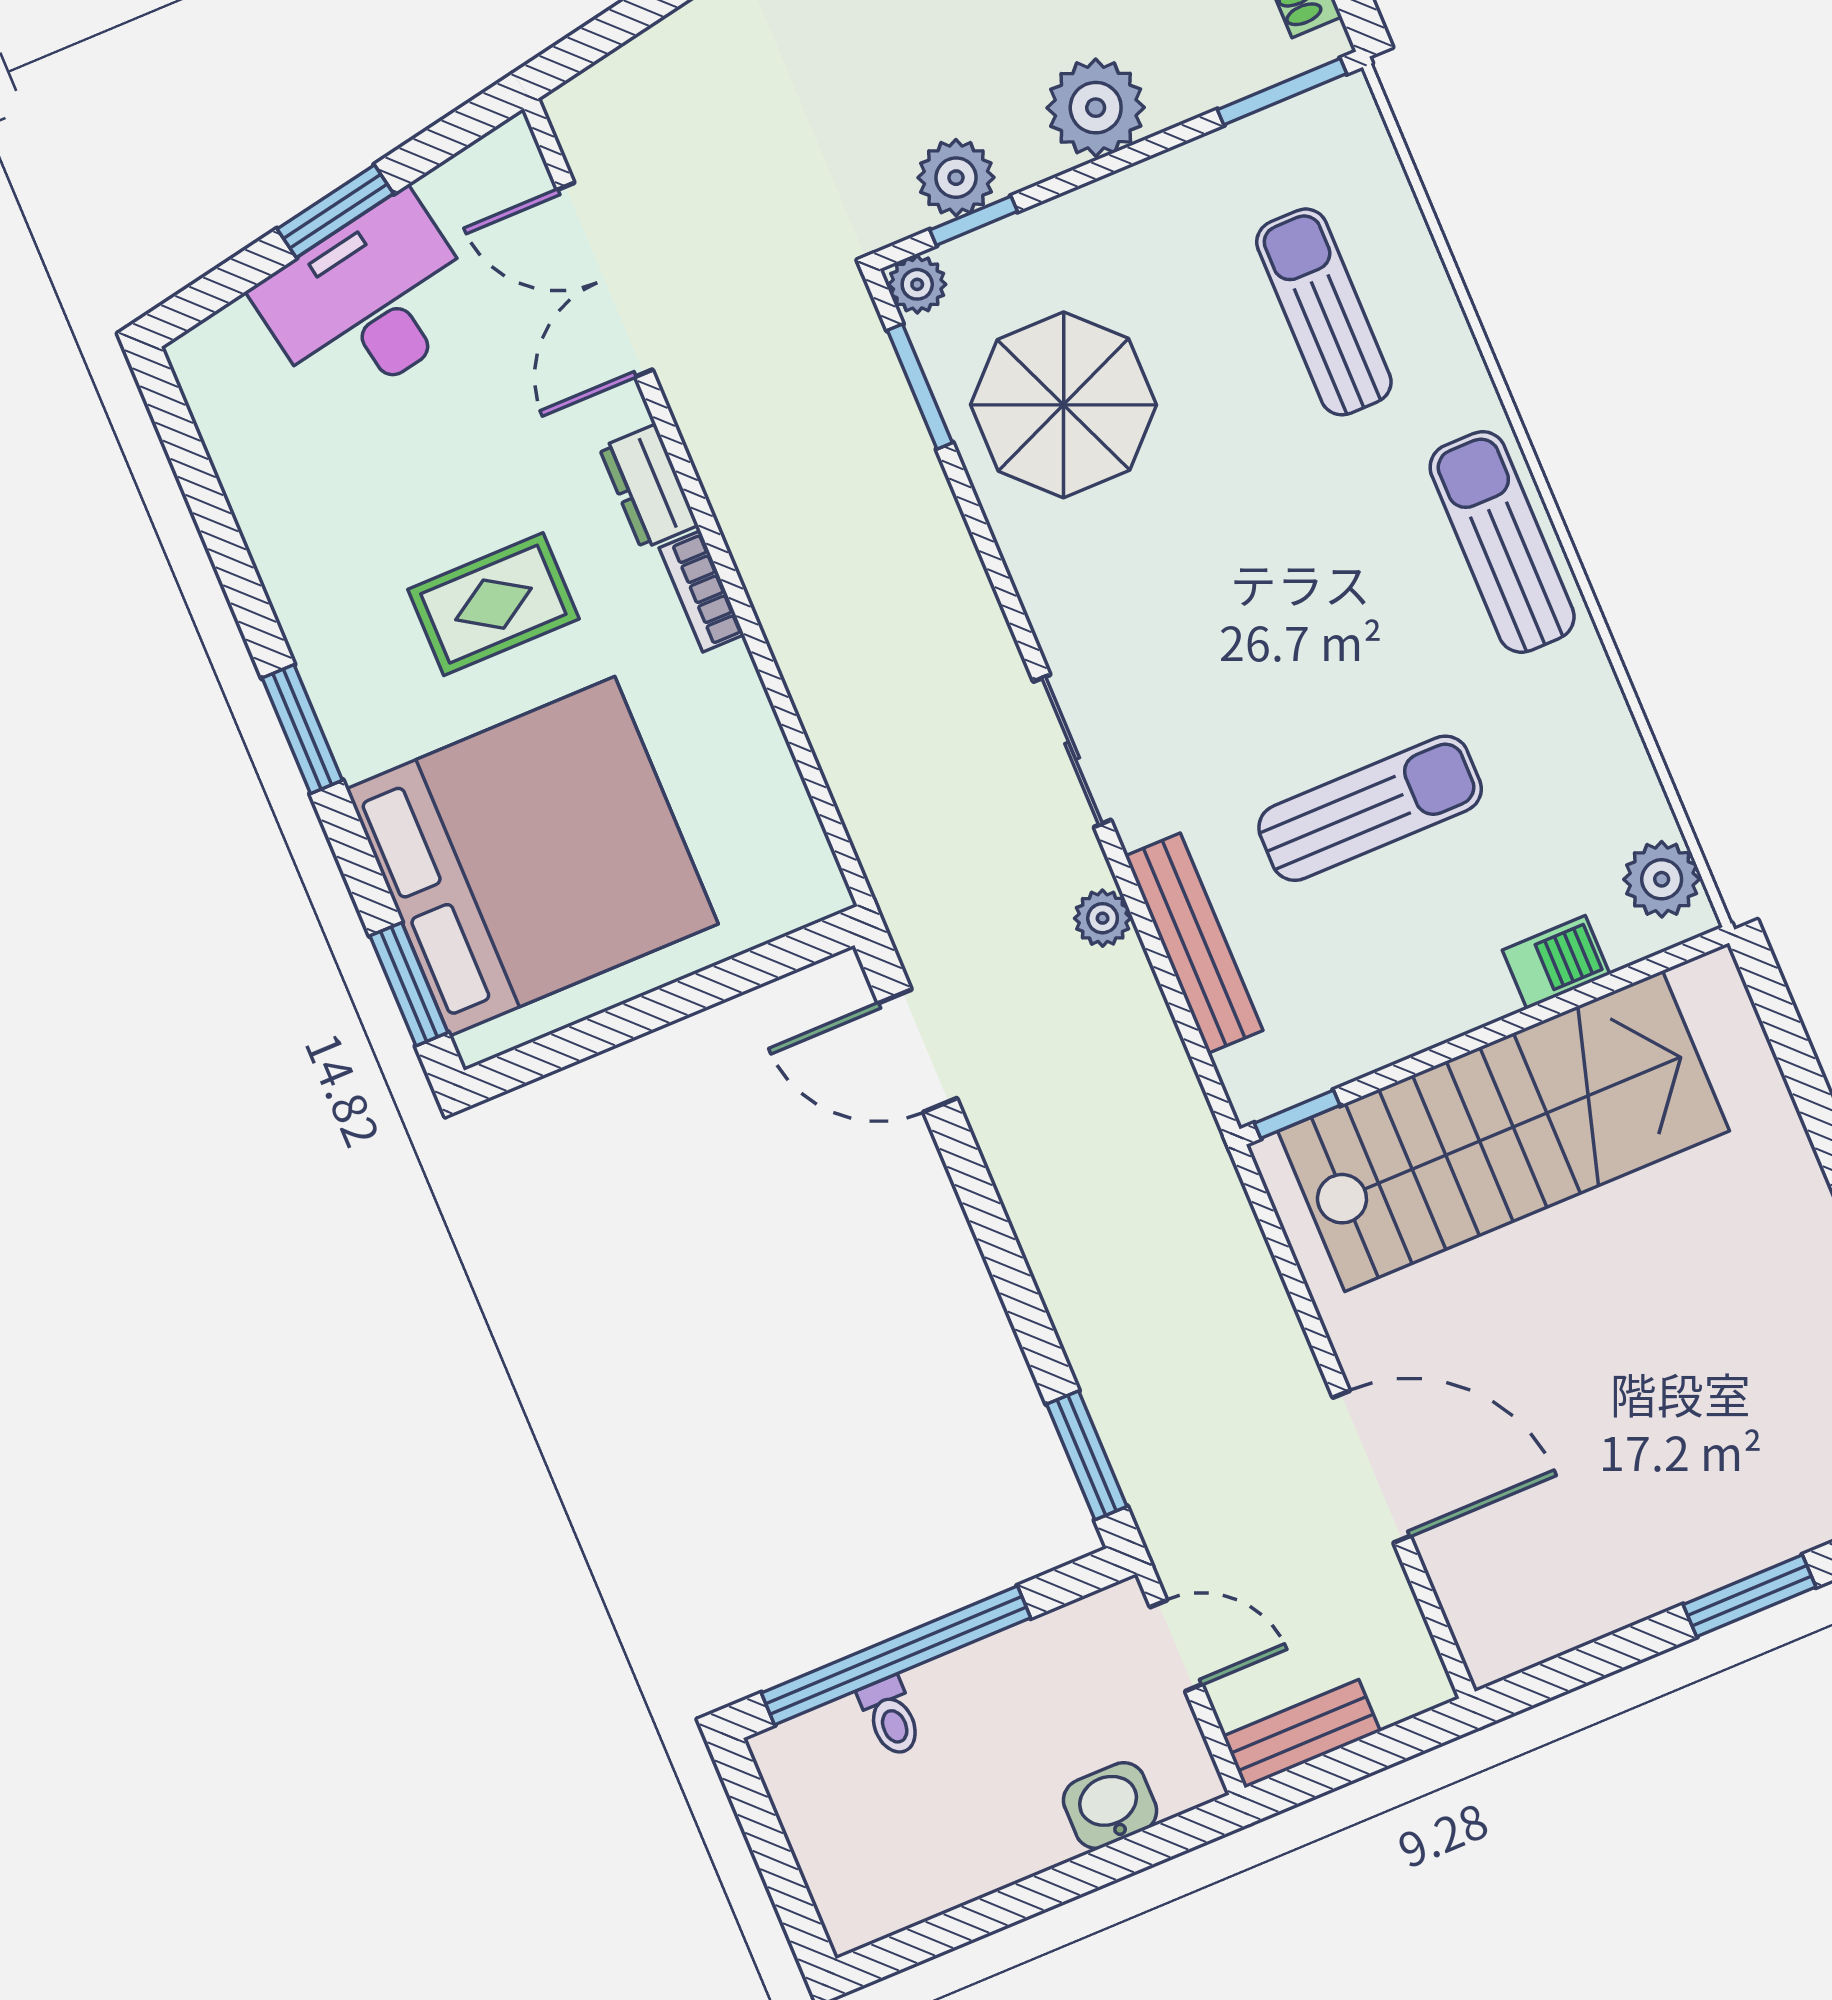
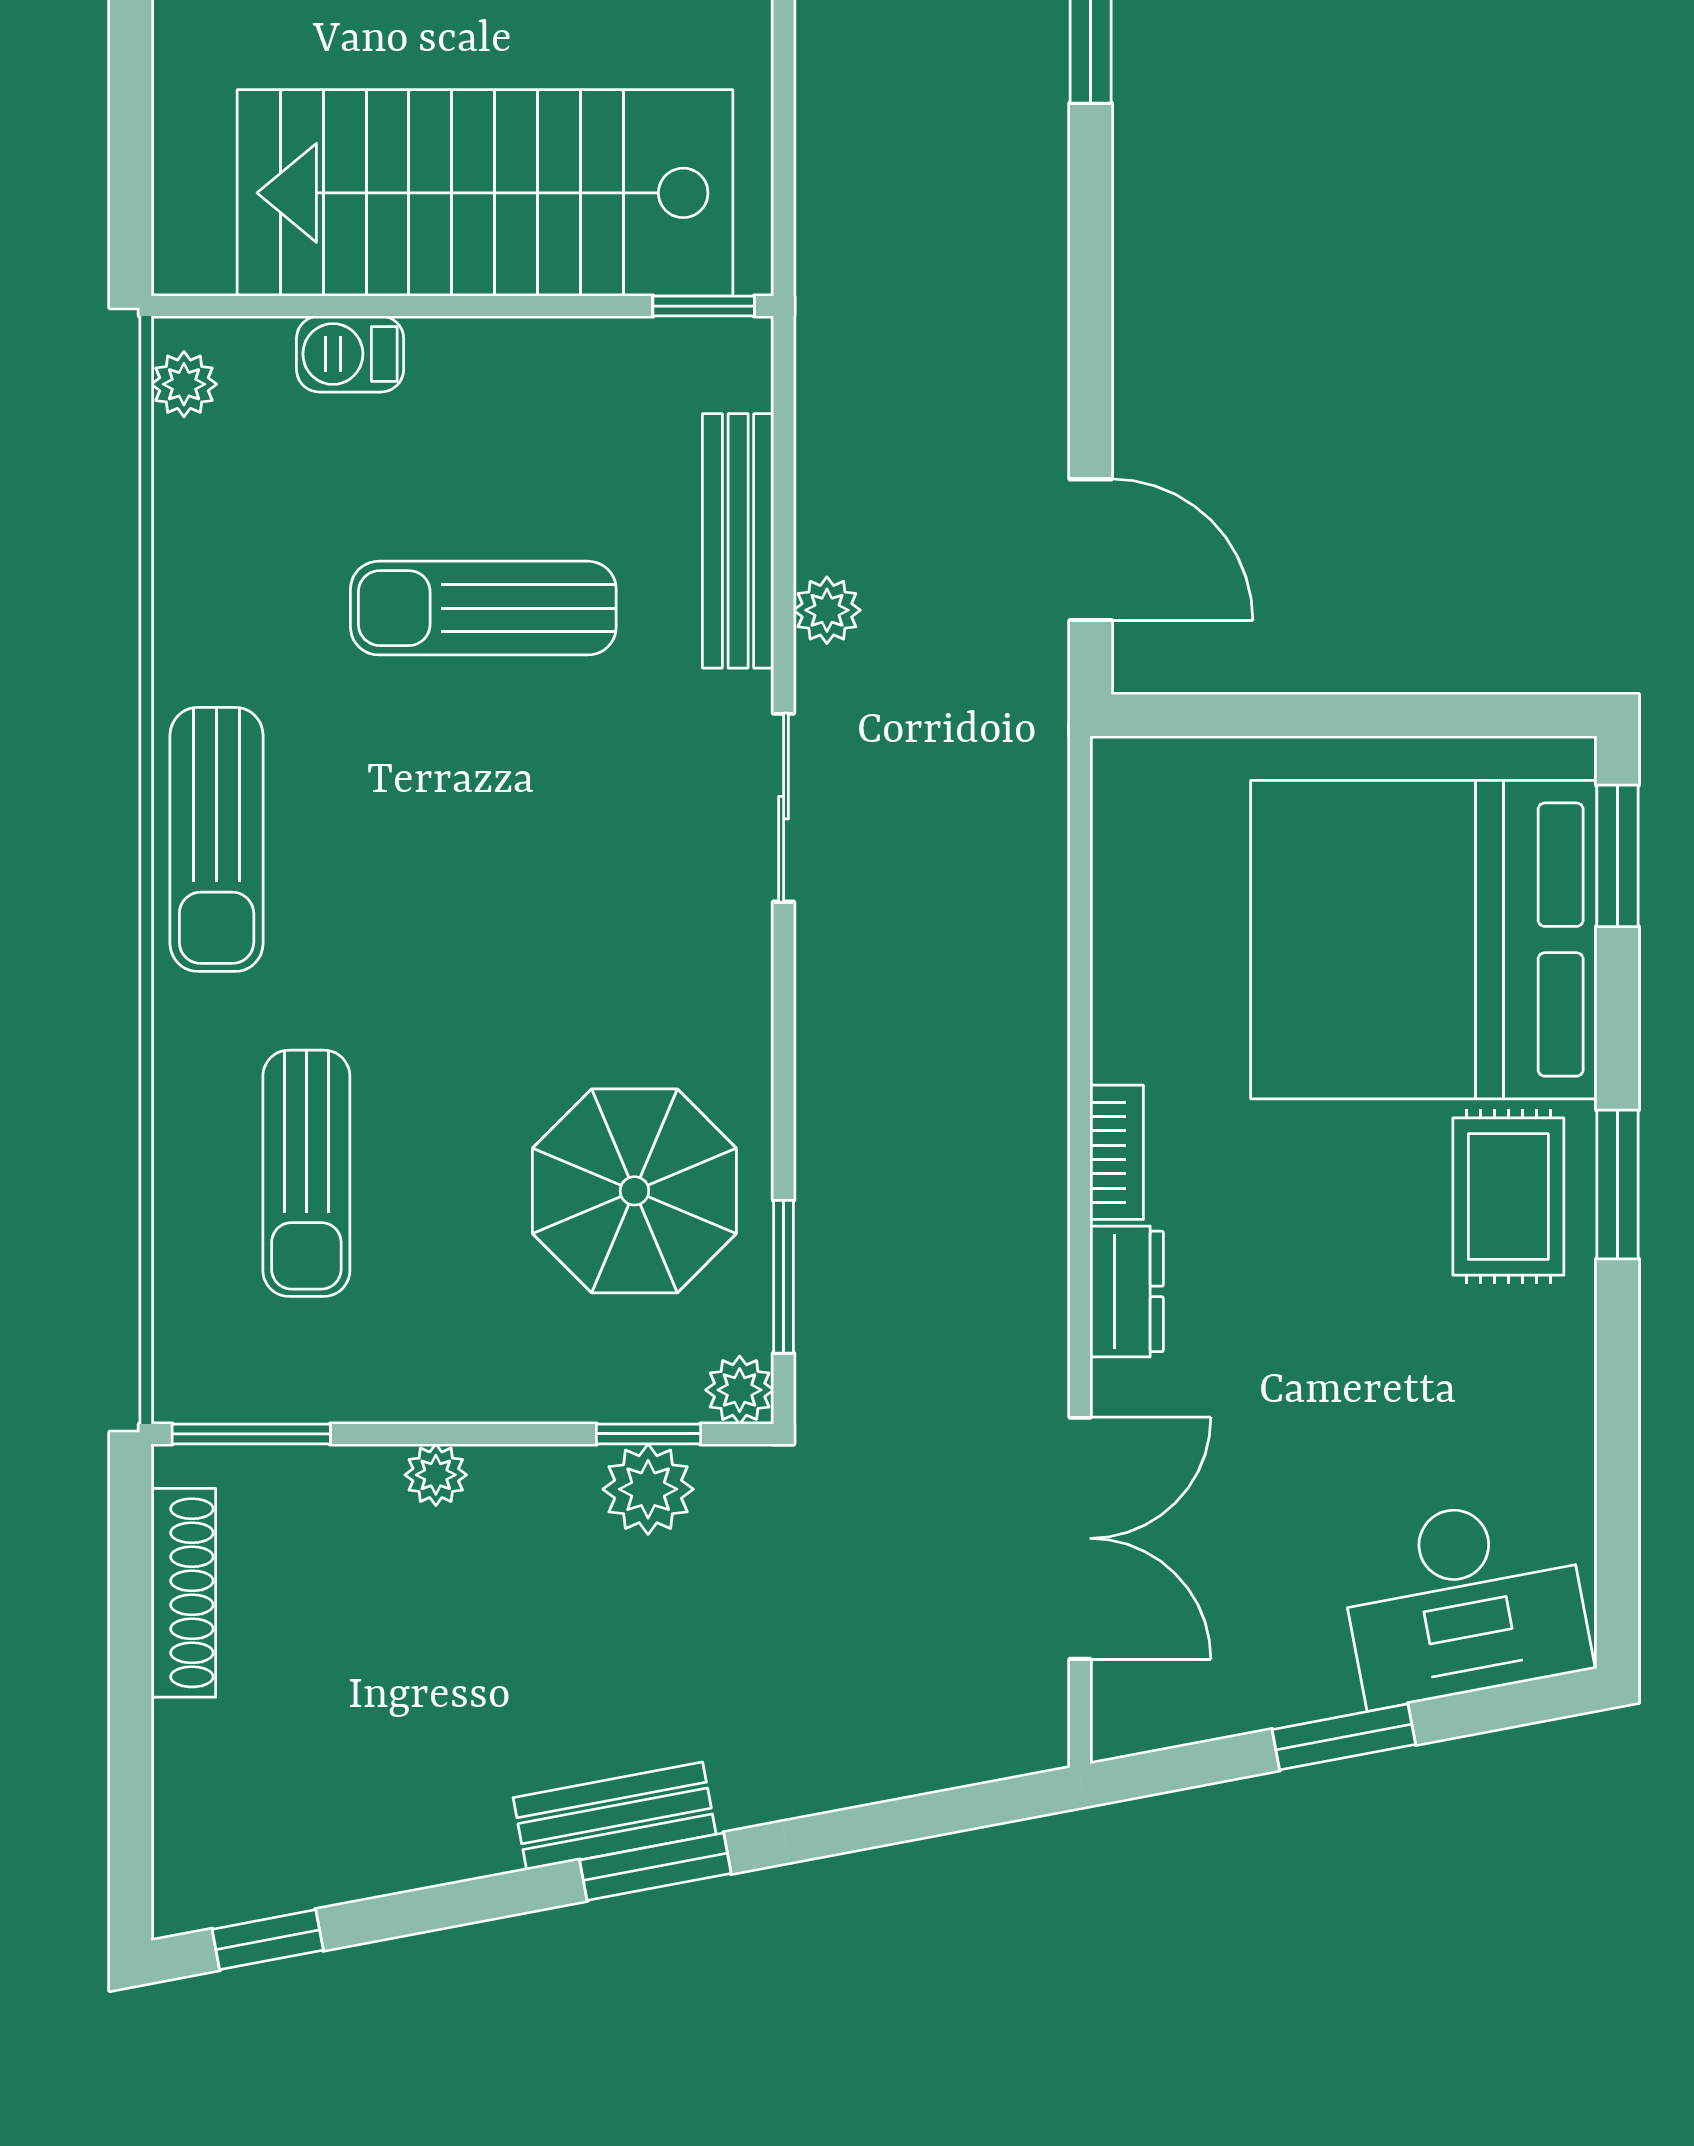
plant: (1096, 108) -> (436, 1475), width x0.53, depth x0.53
desk: (369, 302) -> (1464, 1600), moved
rug: (493, 604) -> (1508, 1197), moved, turned 90
plant: (1662, 879) -> (184, 384), width x0.73, depth x0.73

